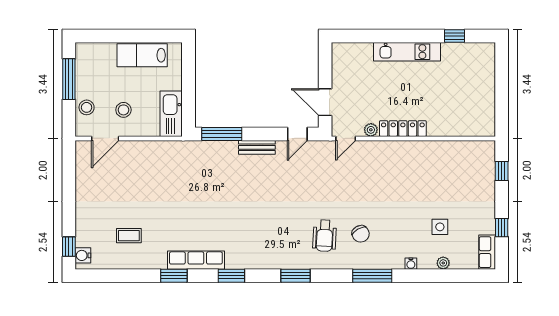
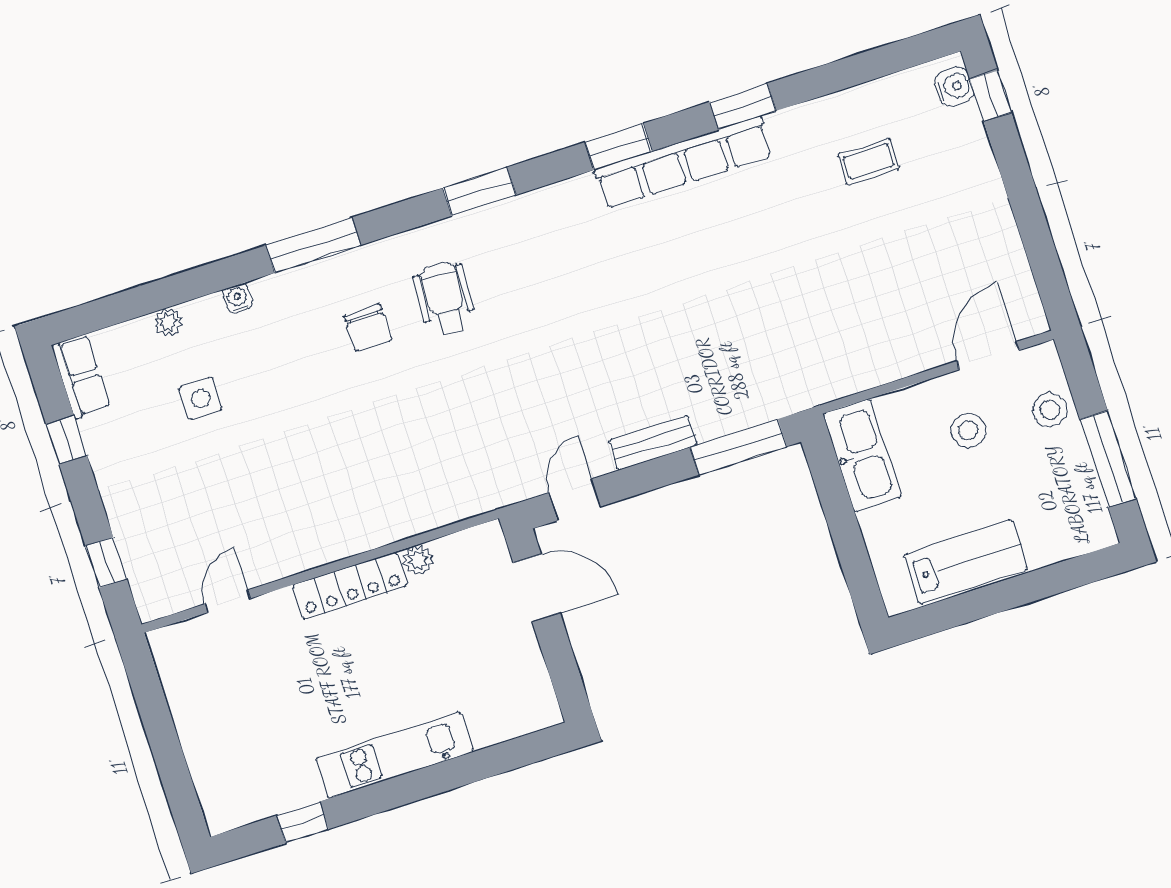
door: (346, 138) -> (228, 601), moved
chair: (361, 234) -> (368, 328), turned -150
row of seats: (196, 260) -> (684, 163), width x1.36

